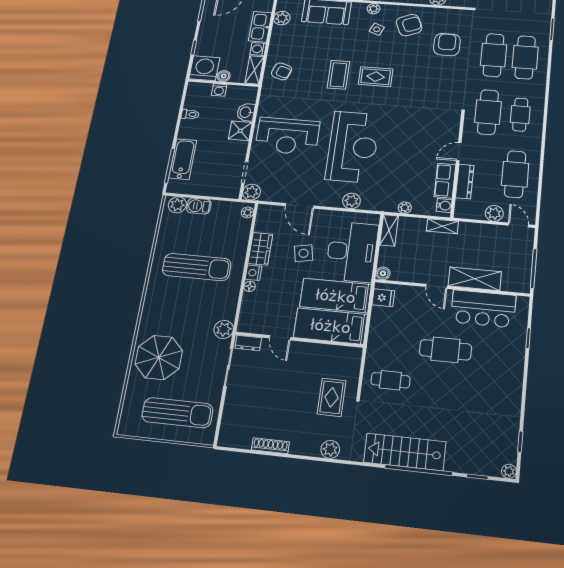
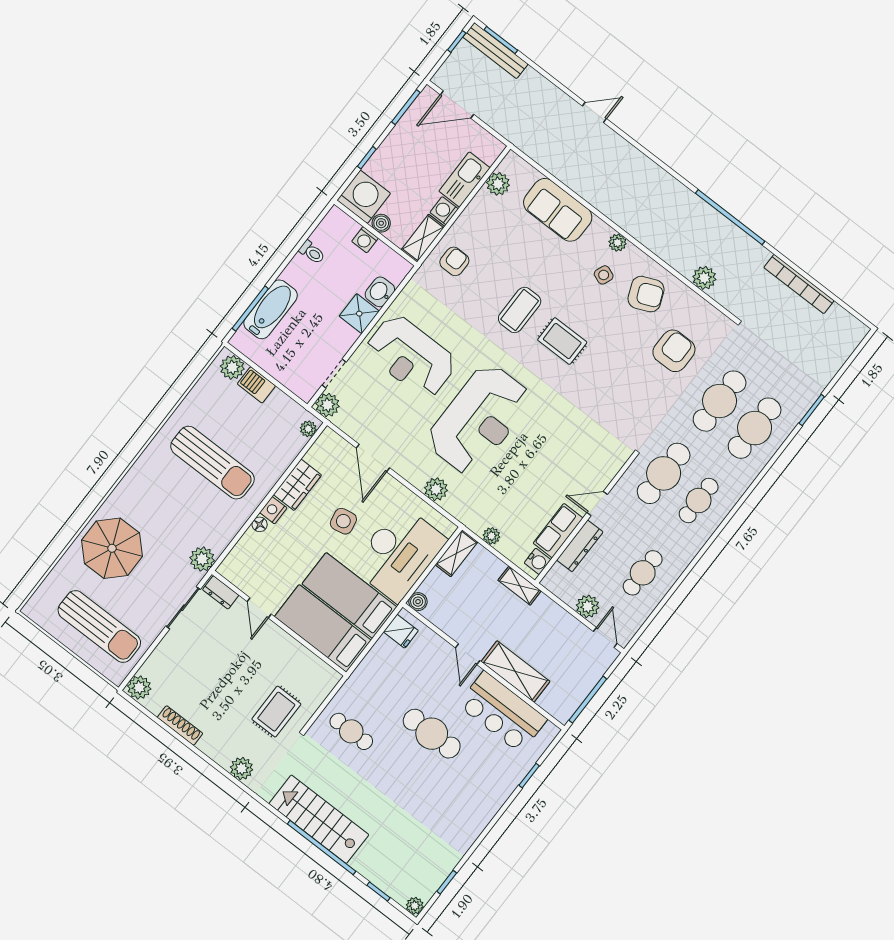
armchair: (282, 71) -> (454, 261), turned -108
cafe table: (515, 174) -> (643, 573), width x0.73, depth x0.74
plant: (228, 437) -> (139, 687), added

